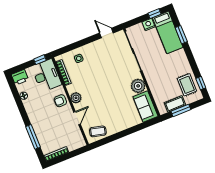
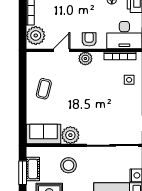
stool: (161, 78) -> (69, 165), added
door: (77, 118) -> (62, 50), swing flipped
coffee table: (98, 131) -> (44, 89), moved
plant: (74, 142) -> (36, 36), added

